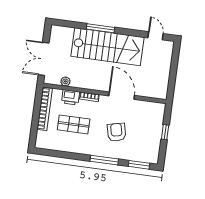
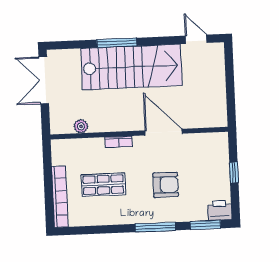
double door: (44, 59) -> (44, 80), moved
printer: (71, 97) -> (220, 210), moved, turned 180
bookcase: (45, 109) -> (60, 197), moved
armchair: (117, 132) -> (166, 185), turned 103

